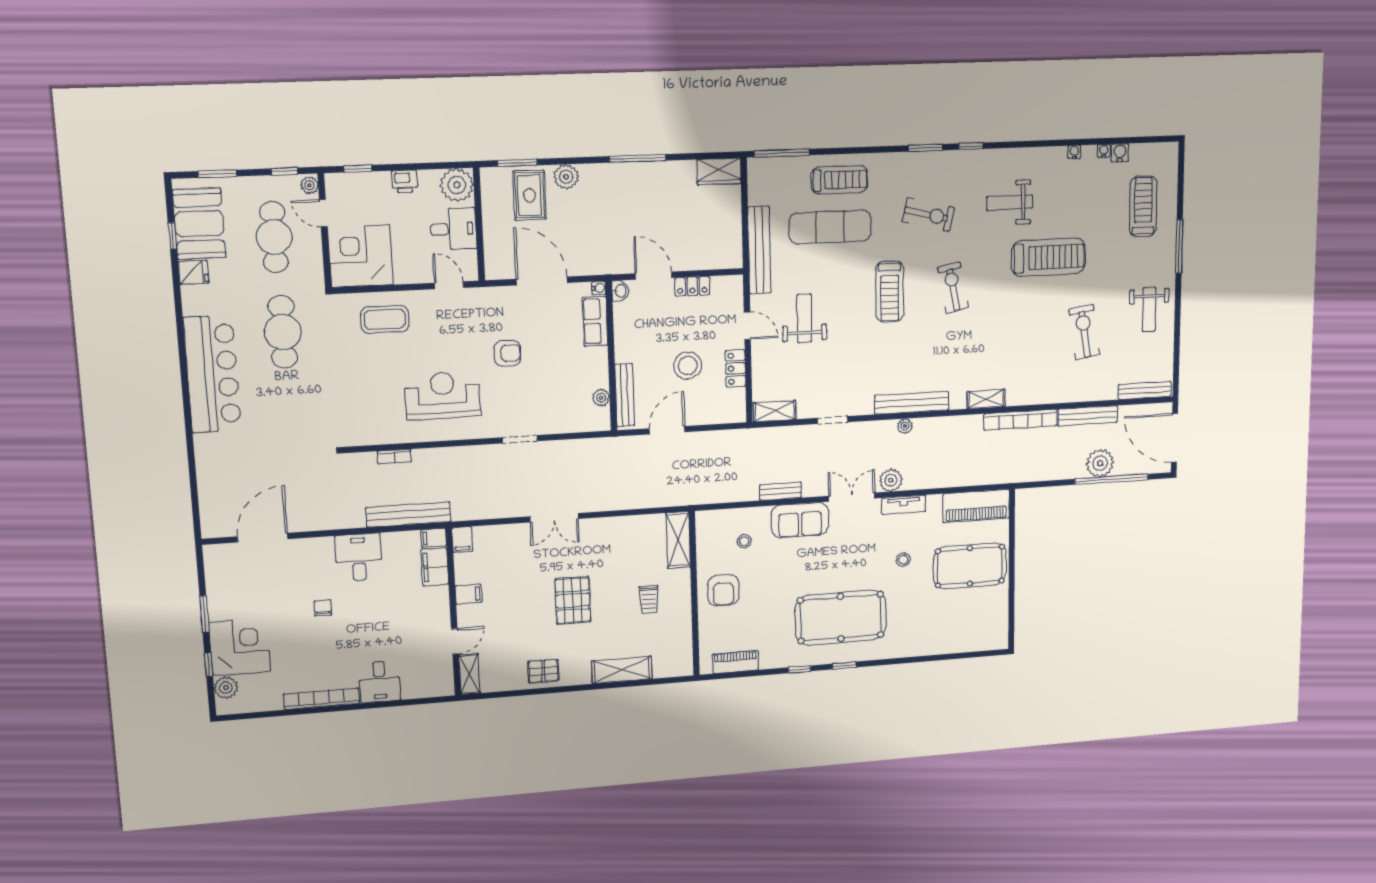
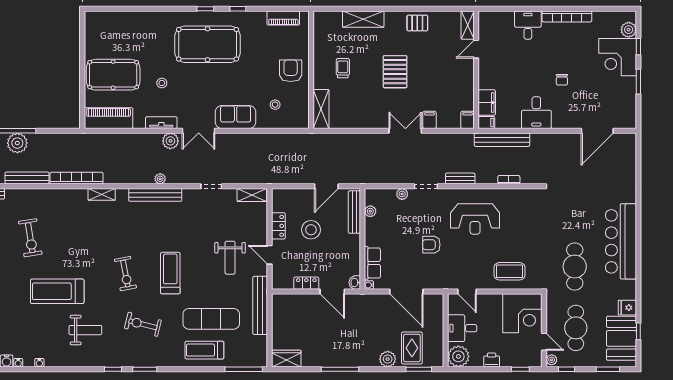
plant: (555, 426) -> (402, 194), added
bench: (780, 491) -> (460, 179), moved
filing cabinet: (468, 594) -> (429, 120), moved, turned 90

